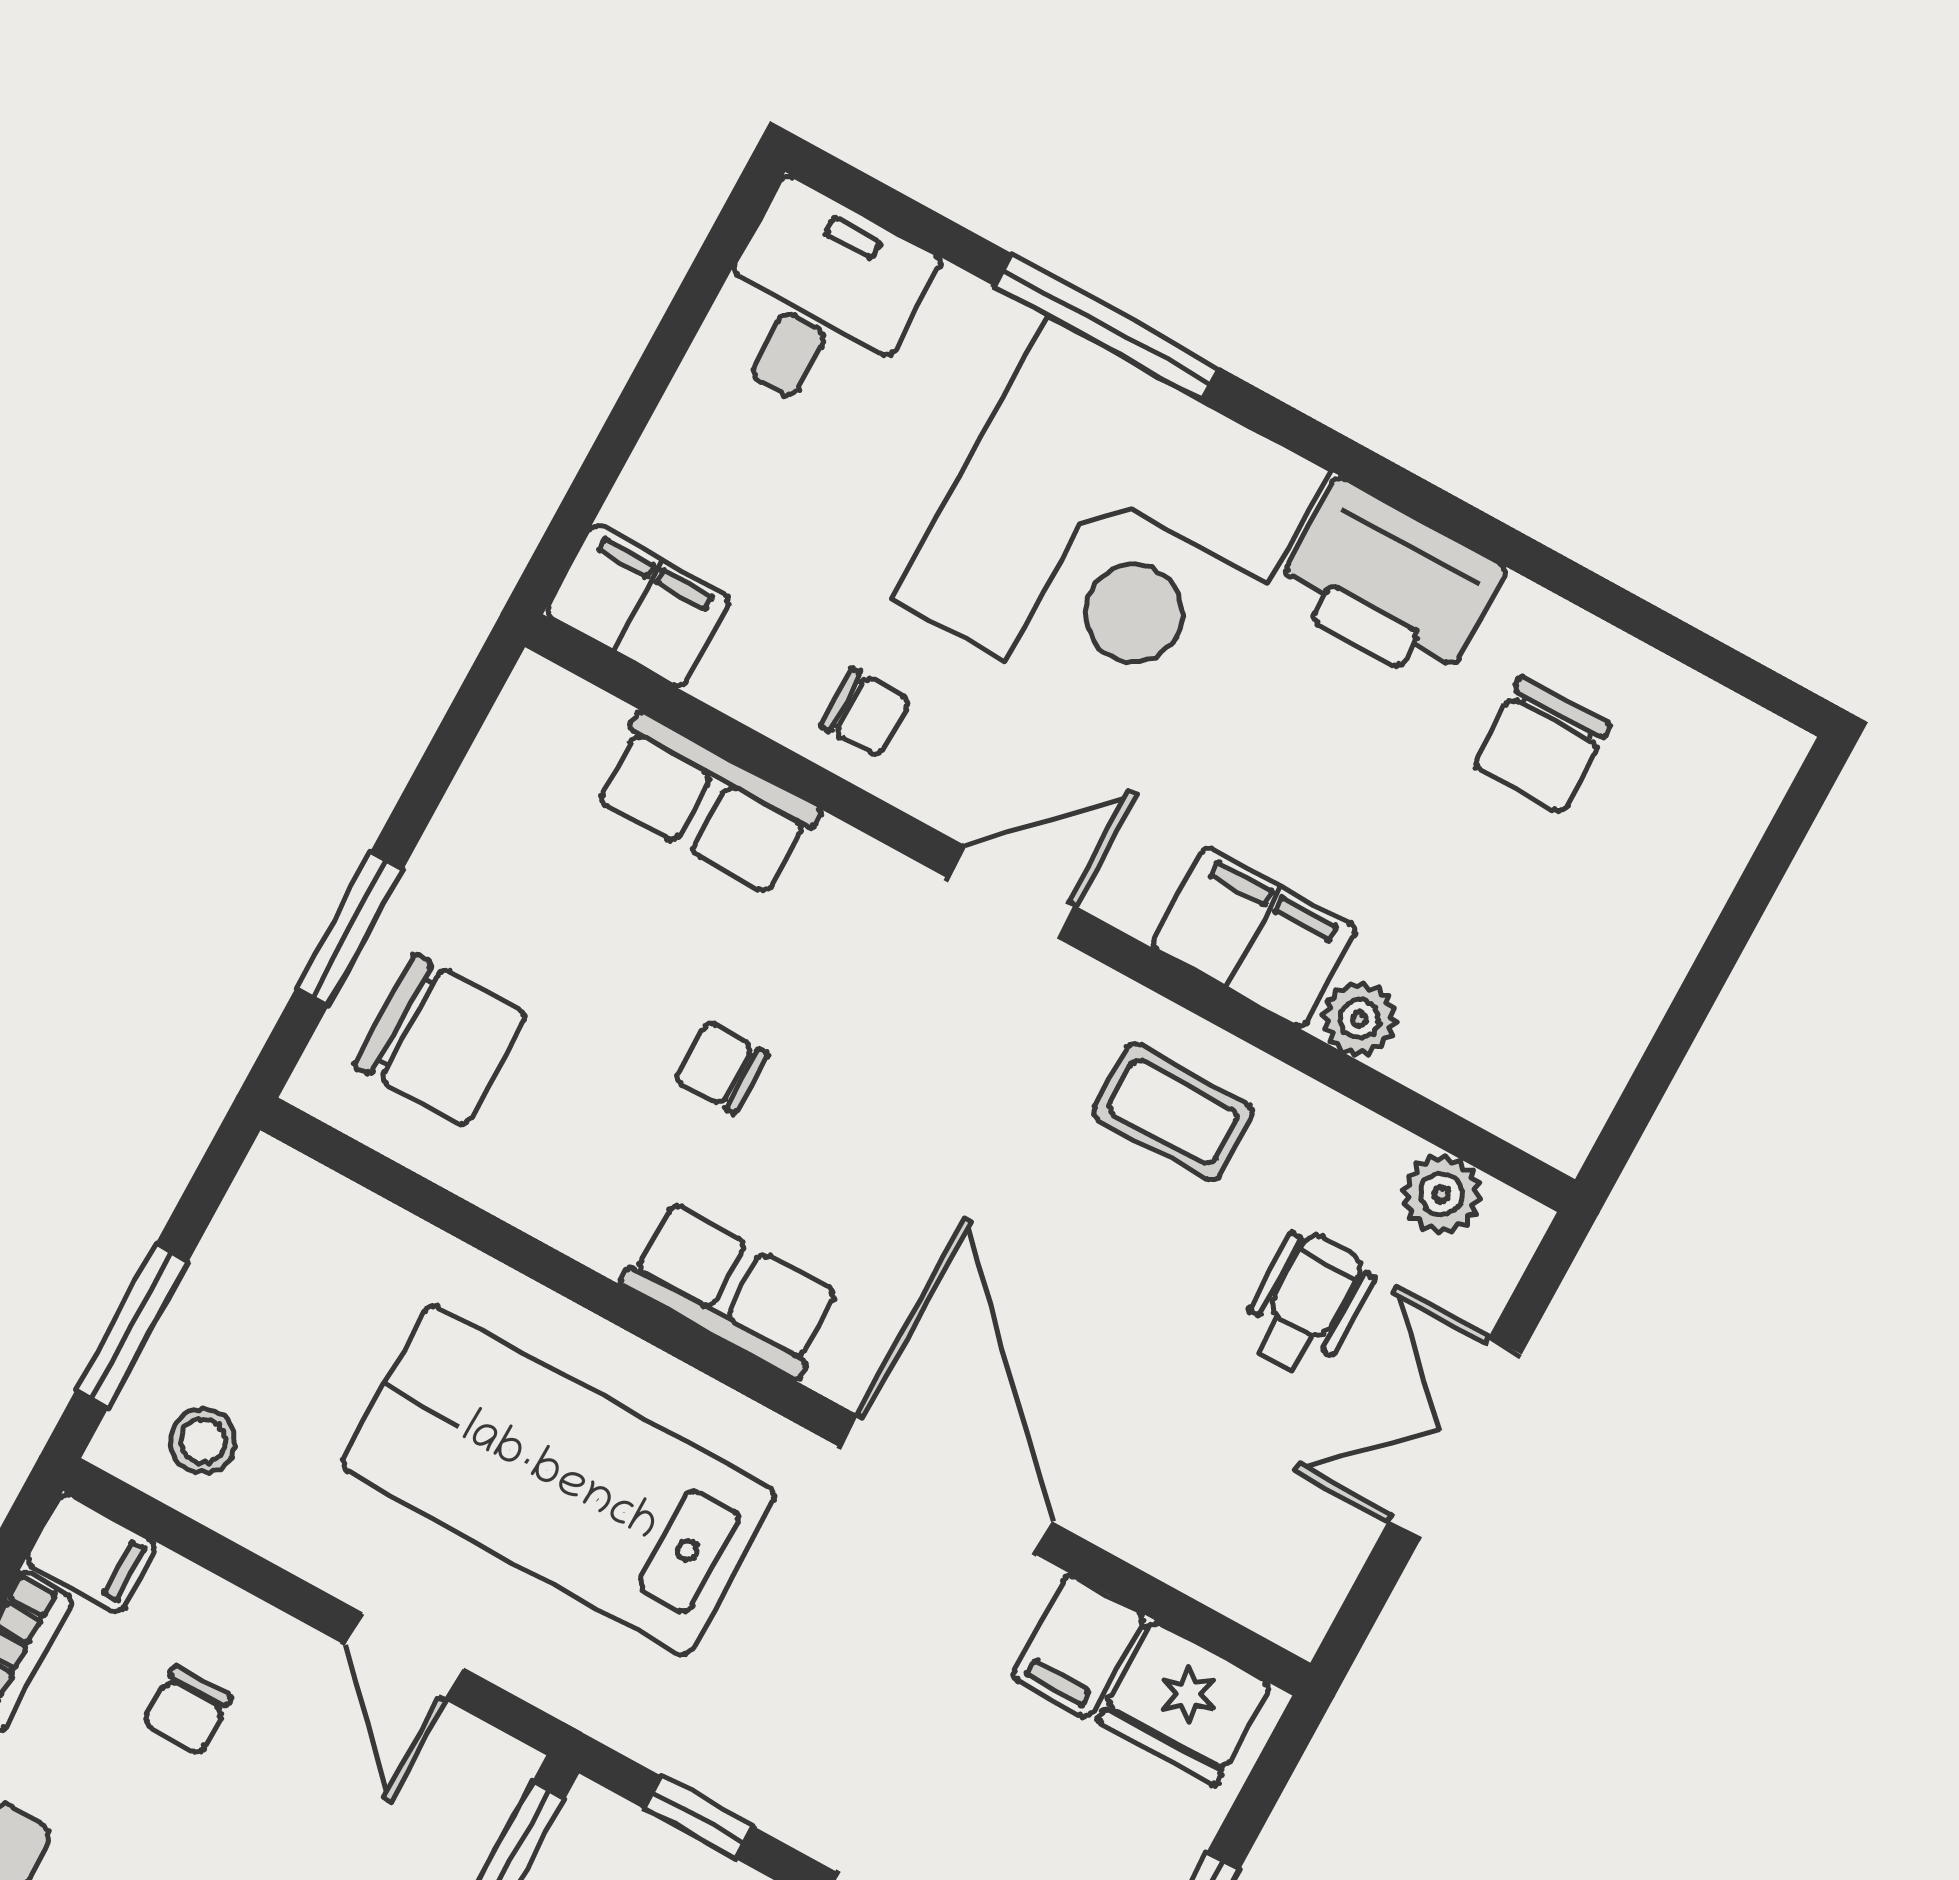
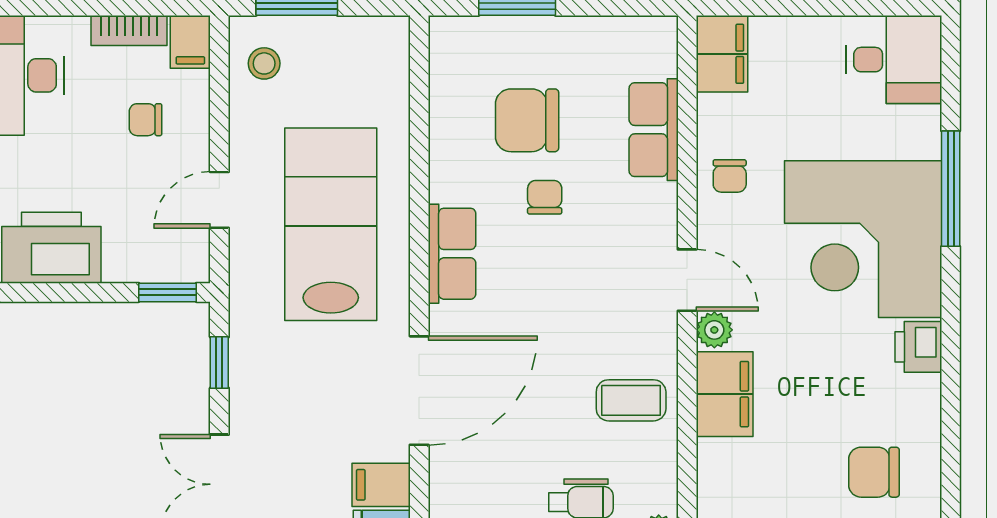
printer: (1389, 583) -> (918, 347), width x0.53, depth x0.68
plant: (1359, 1019) -> (714, 330), moved
chair: (440, 1040) -> (527, 120), moved, turned 90
coffee table: (1173, 1112) -> (631, 400), turned 90

